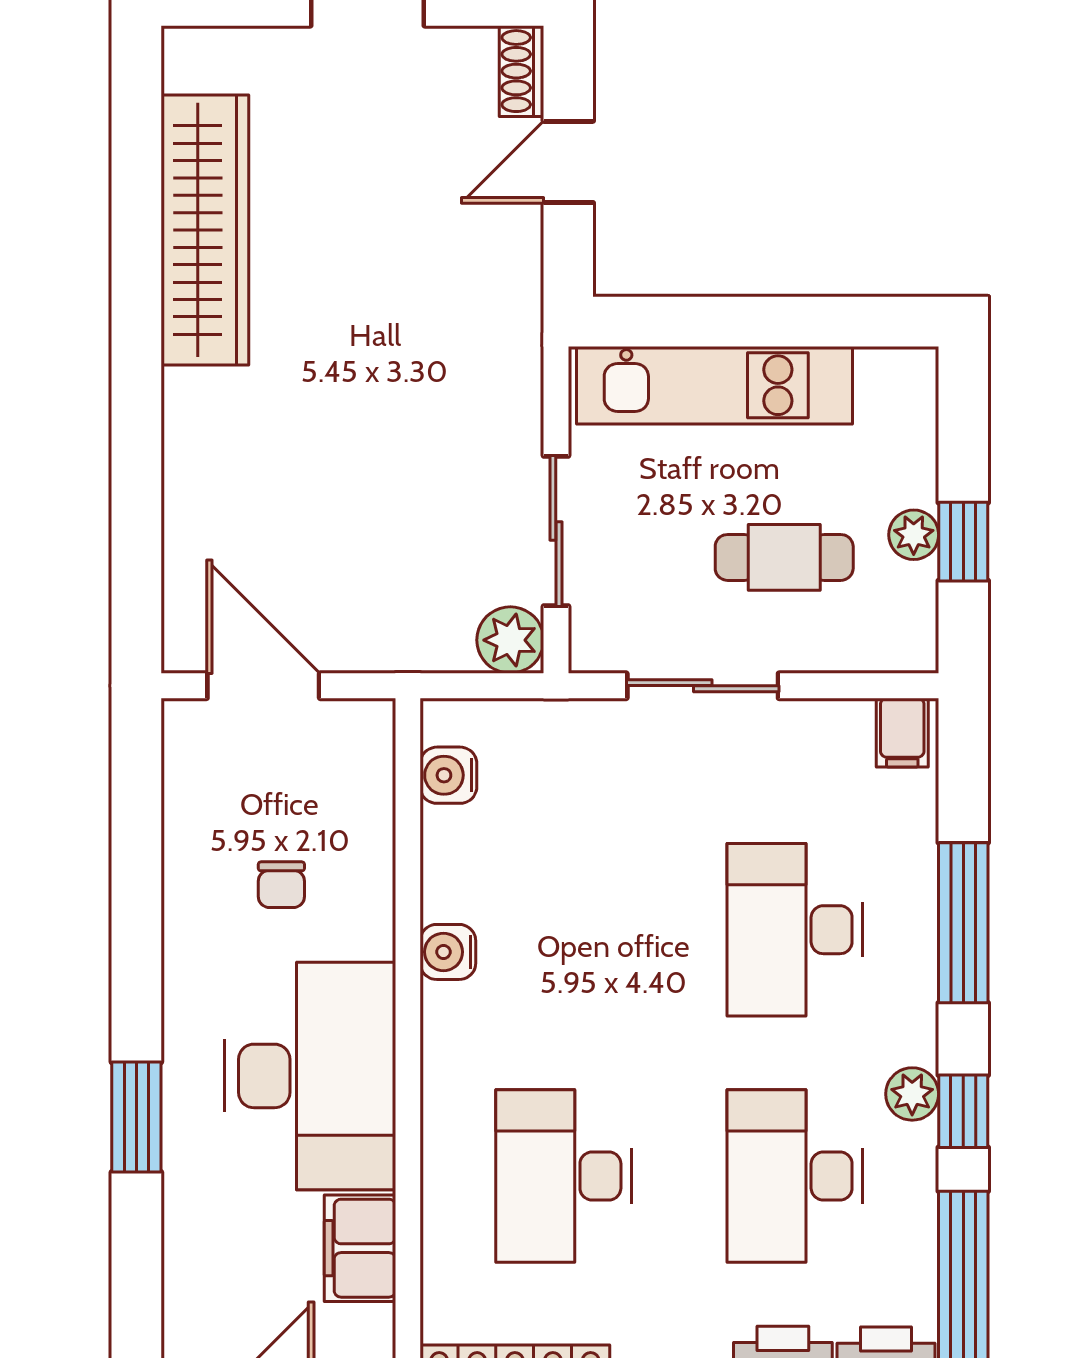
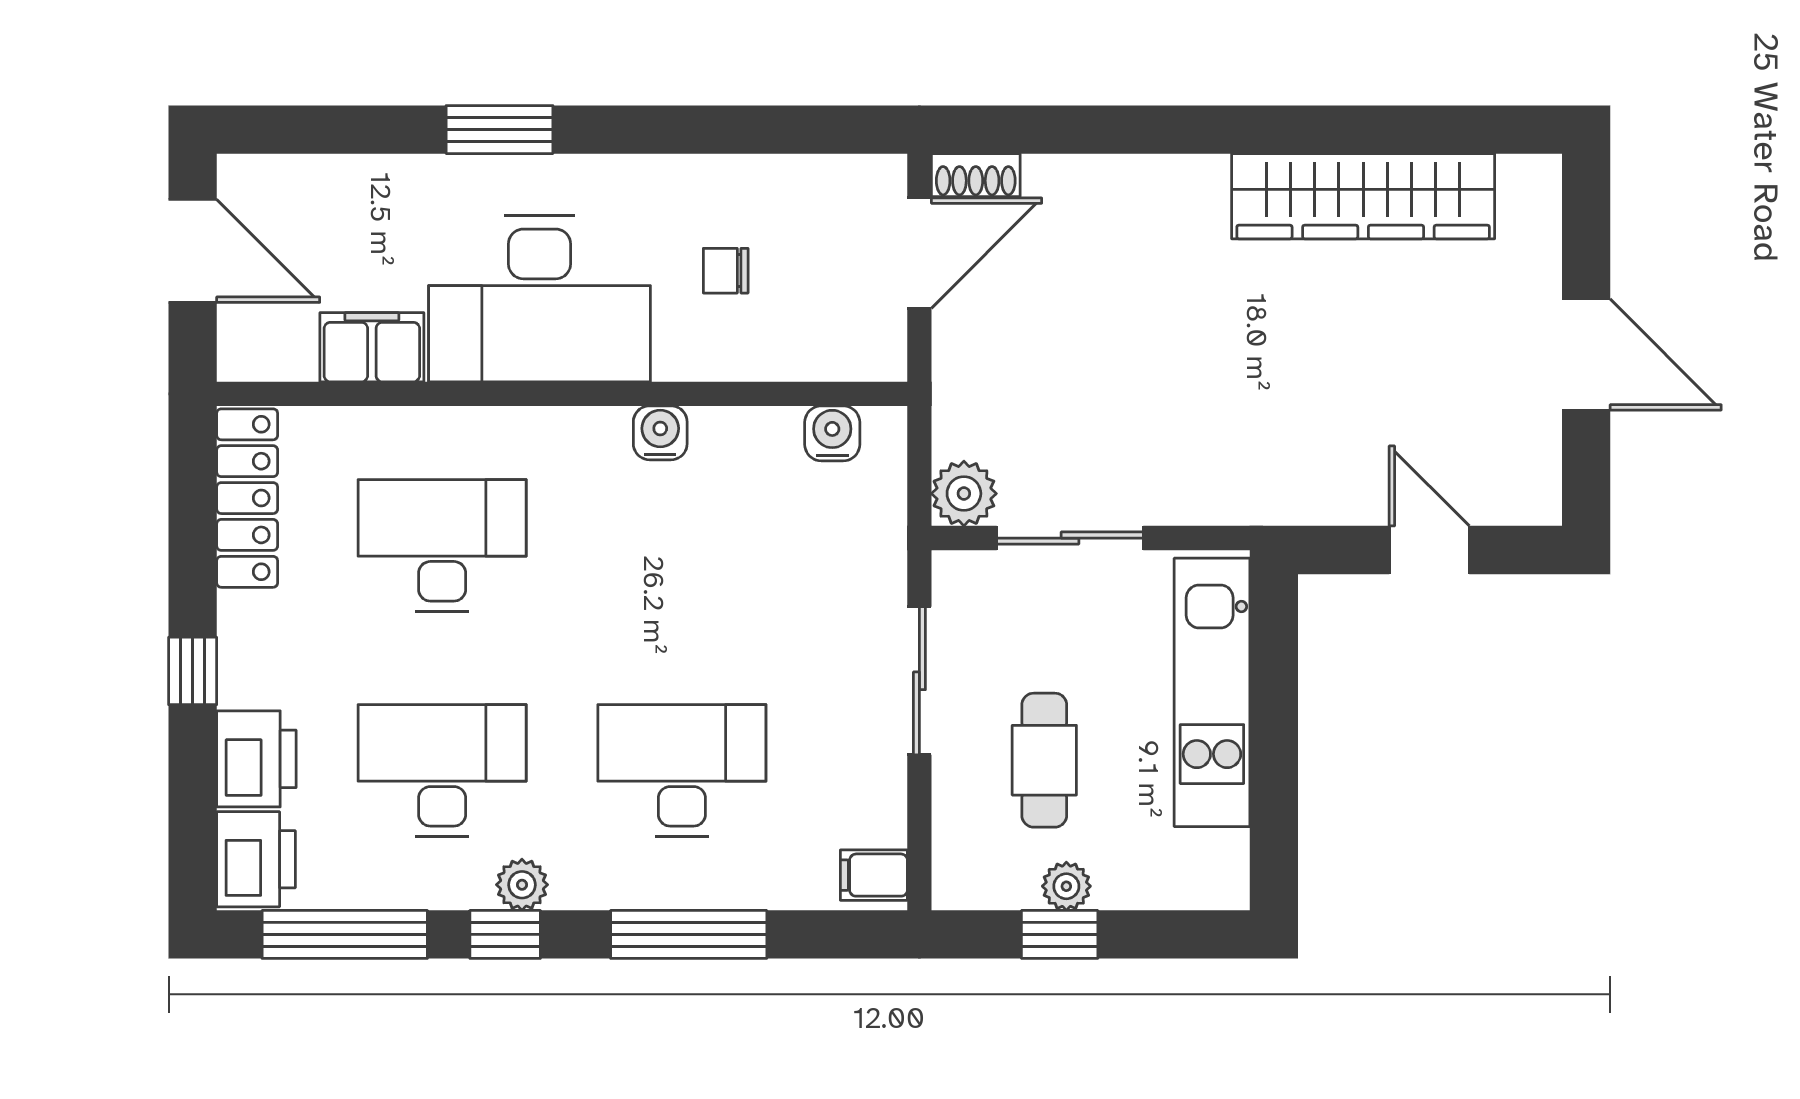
shoe rack: (522, 71) -> (976, 175), moved, turned 180

